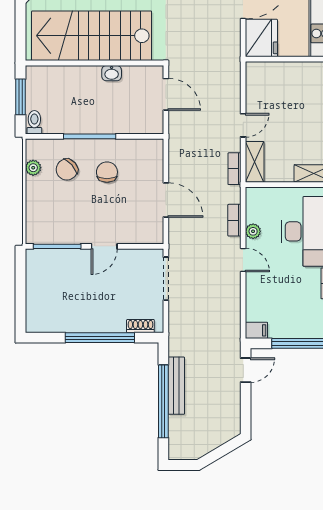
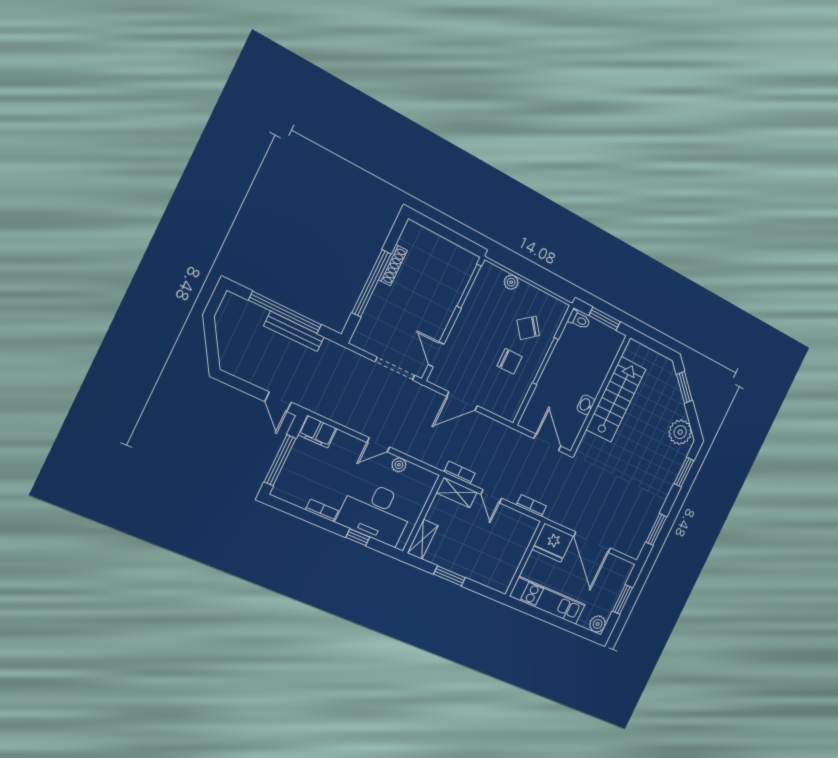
stairs: (92, 36) -> (616, 399), width x0.73, depth x0.66
door: (166, 94) -> (547, 442), swing flipped
plant: (33, 168) -> (511, 282), moved
chair: (67, 169) -> (528, 328), turned -87
bookcase: (234, 220) -> (531, 506), moved
door: (104, 246) -> (436, 354), moved
shoe rack: (140, 326) -> (393, 265), moved, width x1.43
filing cabinet: (256, 330) -> (317, 432), width x2.00

